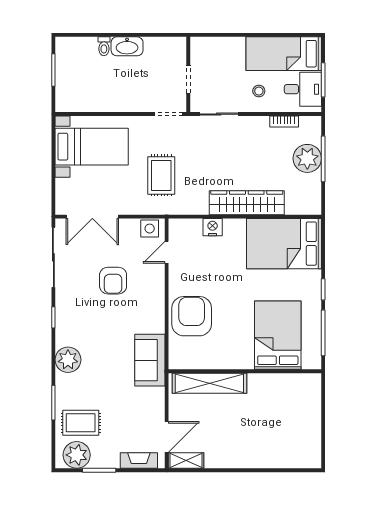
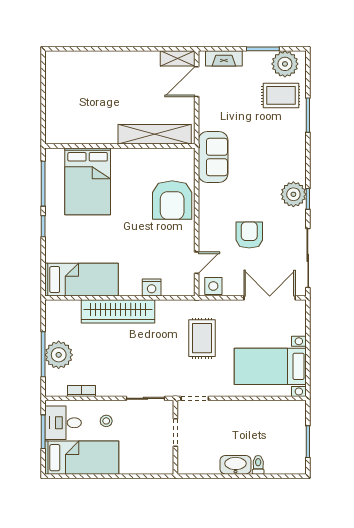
bed: (284, 244) -> (81, 280), width x0.67
plant: (68, 360) -> (293, 194), moved

